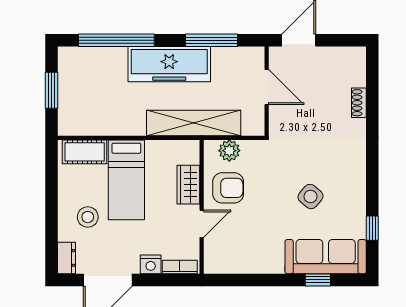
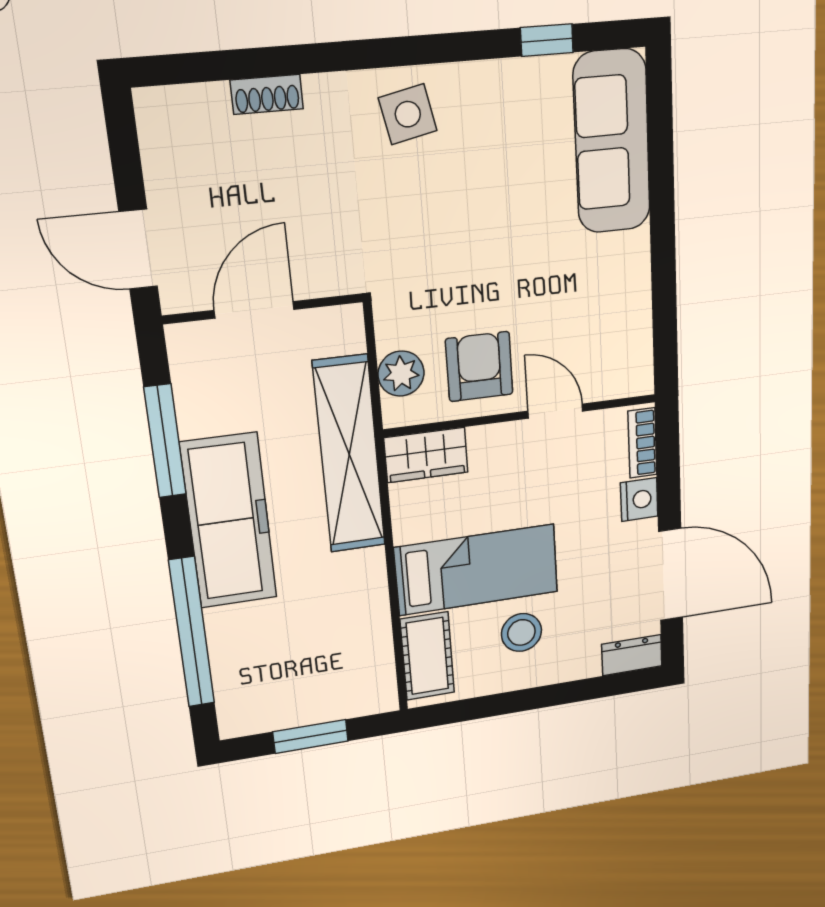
wardrobe: (188, 185) -> (426, 455), moved
side table: (311, 197) -> (408, 114), moved, turned 38
stool: (88, 217) -> (521, 632), moved
window: (318, 280) -> (661, 154), removed

